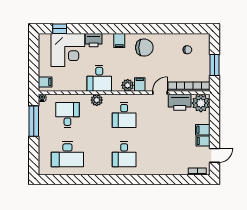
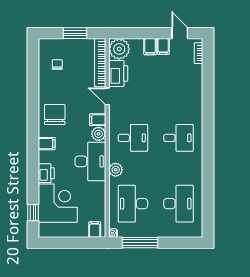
desk: (99, 78) -> (90, 161), width x1.37
desk: (67, 115) -> (133, 204), width x1.37

